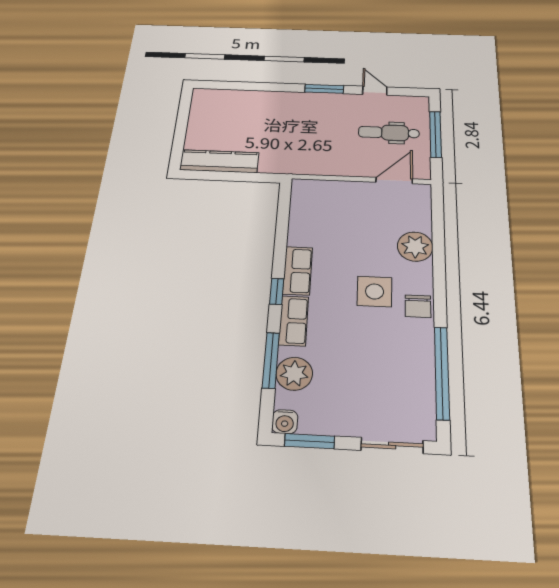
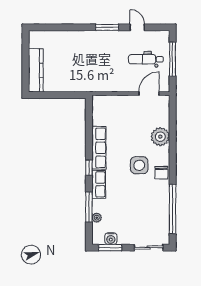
kitchen counter: (219, 161) -> (36, 70), moved, turned 90
row of seats: (298, 271) -> (99, 148), width x1.48
plant: (294, 374) -> (97, 218), width x0.53, depth x0.53
water cooler: (285, 422) -> (111, 239), moved

